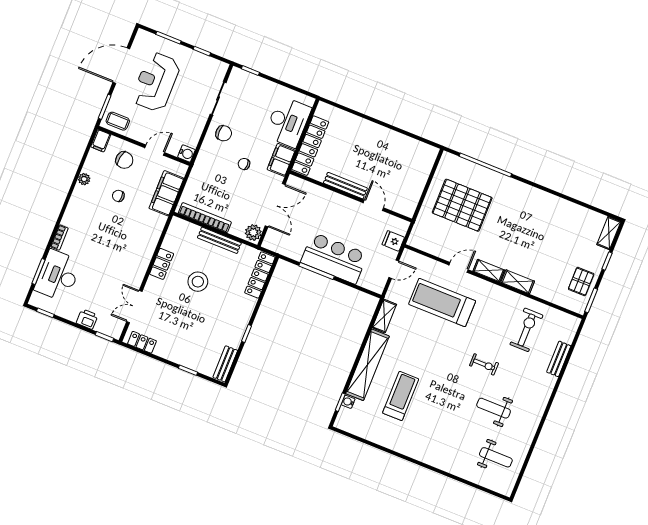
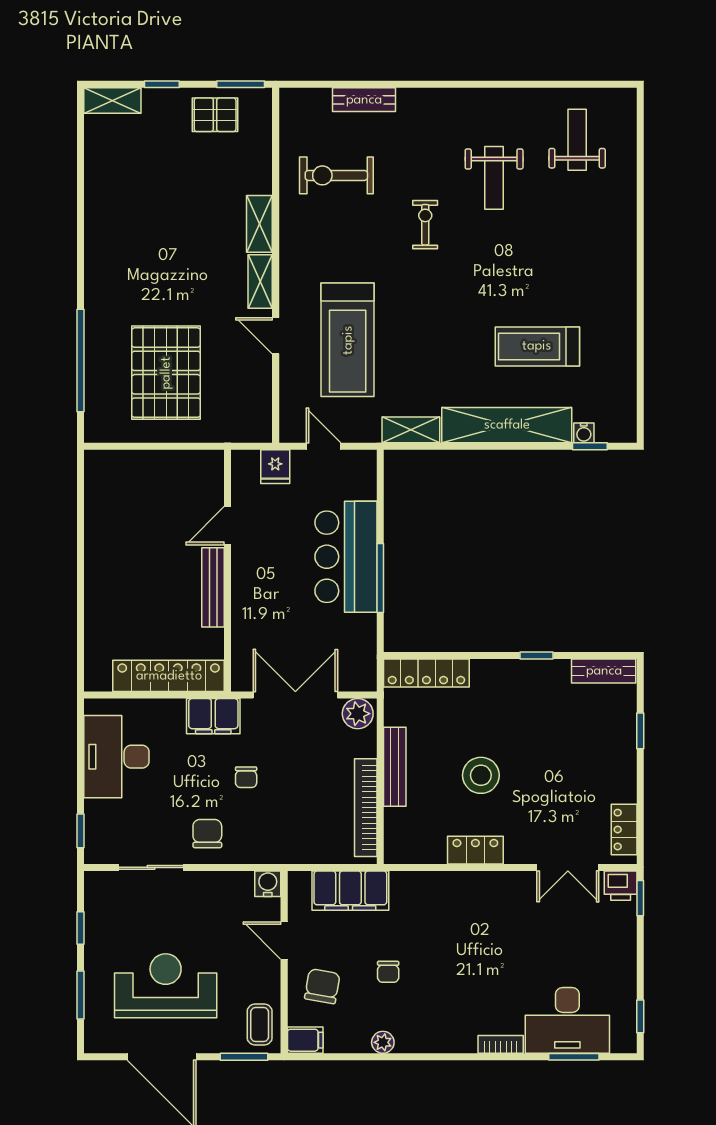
reception desk: (156, 82) -> (166, 986), turned 180
desk: (288, 122) -> (116, 757), moved, turned -90
printer: (87, 319) -> (621, 886), moved, turned -90

